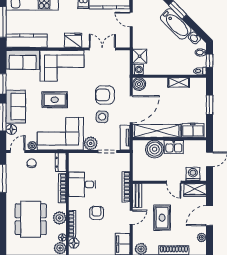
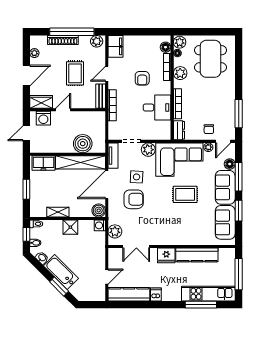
door: (131, 20) -> (107, 277), hinge flipped
kitchen counter: (27, 41) -> (197, 255), moved
shower: (140, 56) -> (70, 227), moved
sofa: (23, 60) -> (225, 222), moved, turned -90
plant: (123, 64) -> (115, 231), added
corner sofa: (62, 66) -> (178, 229), removed
kitchen sink: (174, 147) -> (63, 146), removed
door: (174, 182) -> (63, 110), hinge flipped
dining table: (31, 219) -> (210, 59), moved

